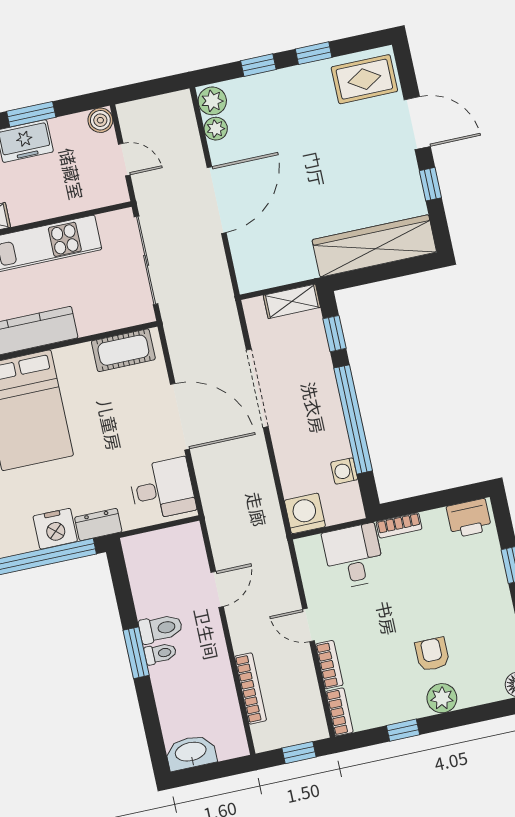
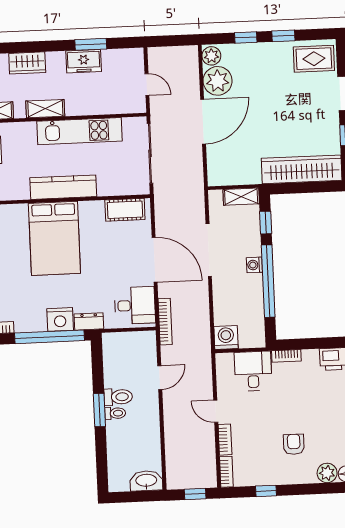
boiler: (100, 120) -> (136, 56), removed
plant: (216, 129) -> (218, 81), width x1.87, depth x1.87
washing machine: (344, 471) -> (254, 265), moved
bookcase: (251, 688) -> (165, 322), moved
plant: (442, 698) -> (327, 473), moved
washbasin: (191, 752) -> (146, 481), moved

